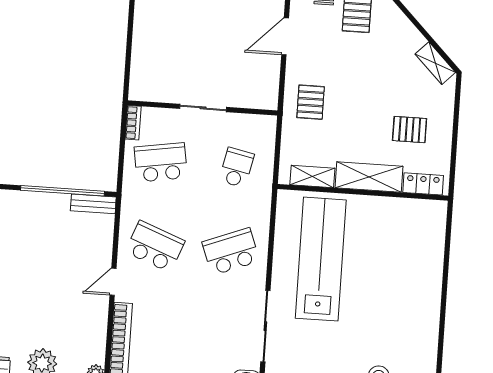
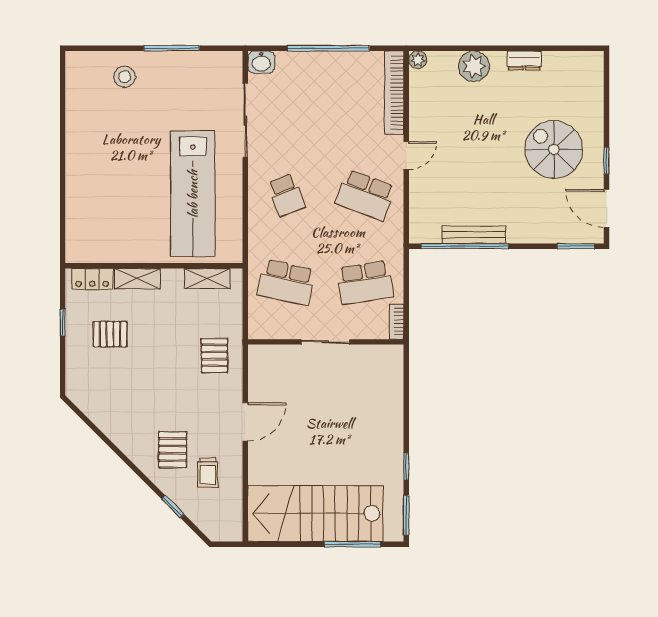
shelving: (435, 63) -> (88, 405), removed
window: (454, 144) -> (63, 322), added
school desk: (237, 168) -> (286, 283), width x1.85
shelving: (369, 177) -> (137, 279), width x0.67, depth x0.75
bench: (93, 204) -> (474, 235), moved, width x1.36
school desk: (231, 252) -> (286, 195), width x0.54

